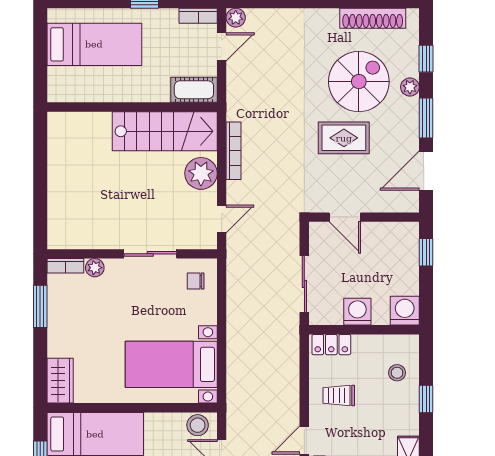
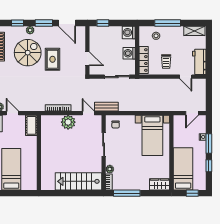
spiral stairs: (359, 82) -> (28, 53), turned 90
stairs: (165, 131) -> (79, 181), moved, turned -90
door: (345, 217) -> (87, 59), hinge flipped
bench: (237, 260) -> (106, 107), added
window: (40, 306) -> (127, 193), width x1.44
locker: (331, 345) -> (144, 60), width x1.53
window: (426, 399) -> (168, 23), width x2.17
stool: (198, 425) -> (179, 124), removed

